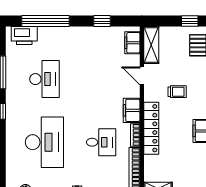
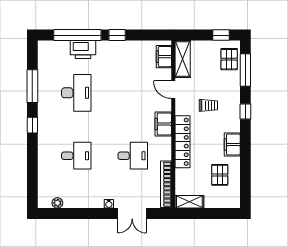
window: (102, 21) -> (117, 35), moved
printer: (24, 36) -> (83, 49), moved
bookcase: (135, 135) -> (167, 148), removed
desk: (44, 142) -> (76, 156), width x0.53, depth x0.77
pallet: (189, 162) -> (220, 175), added

